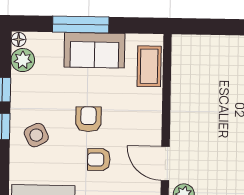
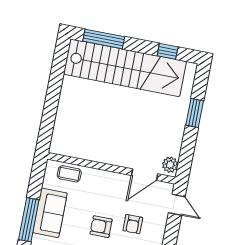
coffee table: (149, 66) -> (69, 174), width x0.73, depth x0.77

